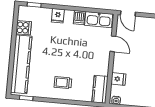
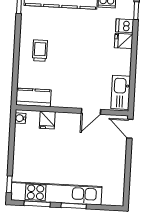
door: (128, 14) -> (130, 129), hinge flipped
dishwasher: (79, 18) -> (125, 26), moved

